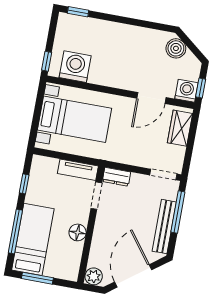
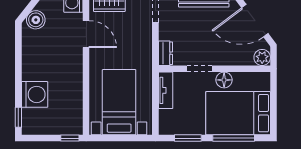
washing machine: (75, 67) -> (35, 94), moved, turned 180
window: (24, 184) -> (188, 138), width x1.50
doorway: (96, 196) -> (199, 69), moved
bed: (33, 239) -> (238, 113), width x1.50
window: (37, 278) -> (273, 110), removed

